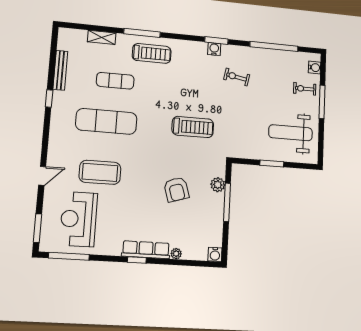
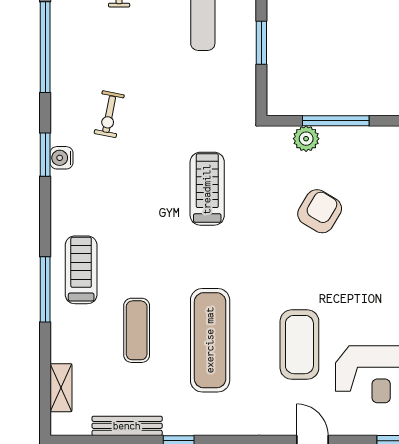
shelving: (102, 37) -> (61, 388), moved
armchair: (176, 189) -> (320, 211), turned -42

